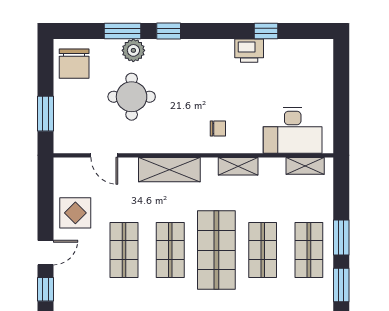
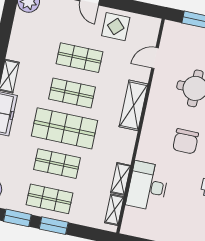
chair: (218, 129) -> (186, 141), moved, width x1.87, depth x1.87
desk: (293, 130) -> (148, 186), moved
shelving: (238, 166) -> (121, 179), moved

